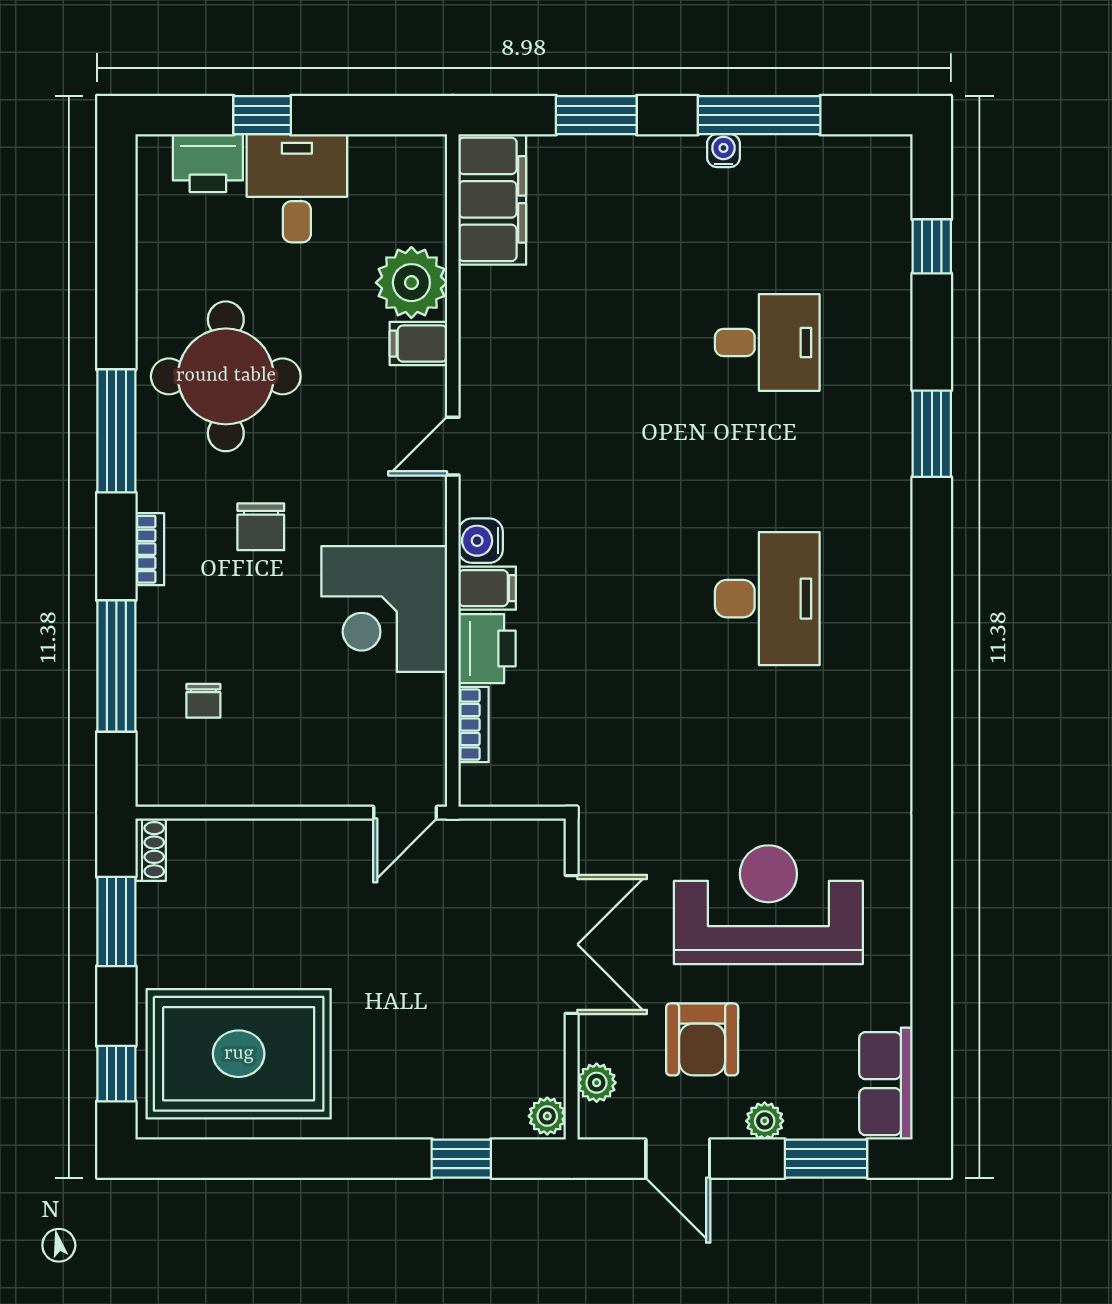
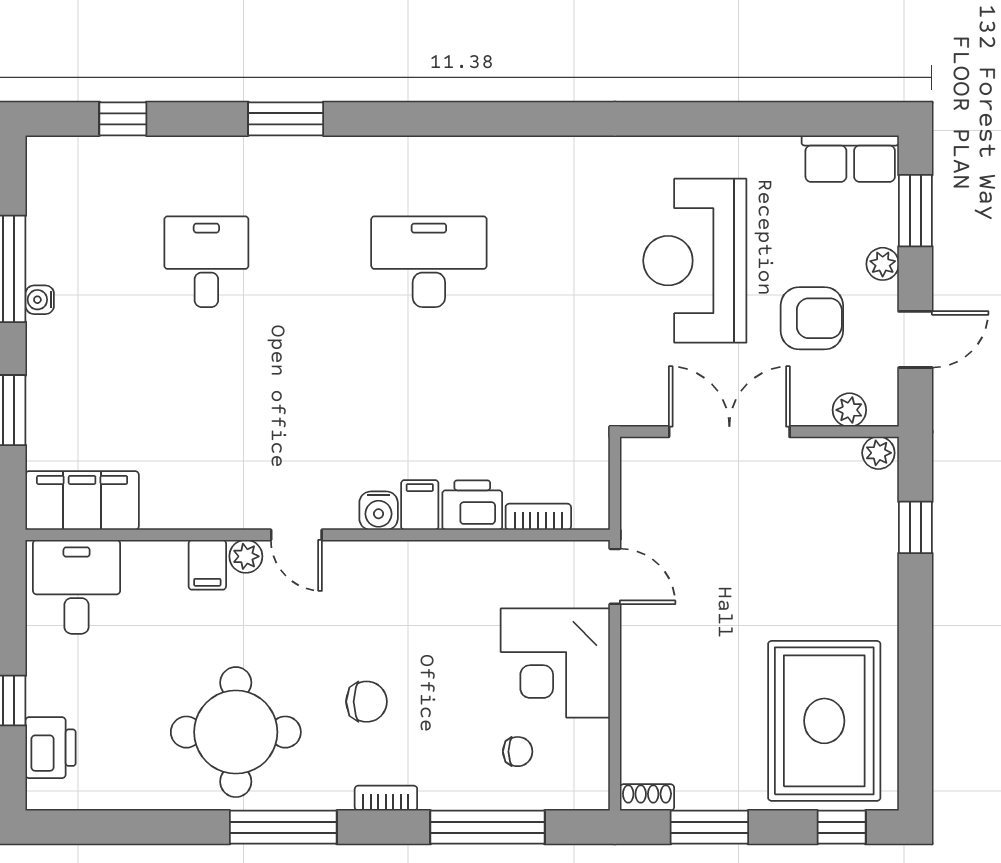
desk: (297, 188) -> (77, 587), moved, turned 90
plant: (411, 283) -> (246, 556), moved, width x0.53, depth x0.53
corner desk: (384, 609) -> (555, 663), moved, turned 90

